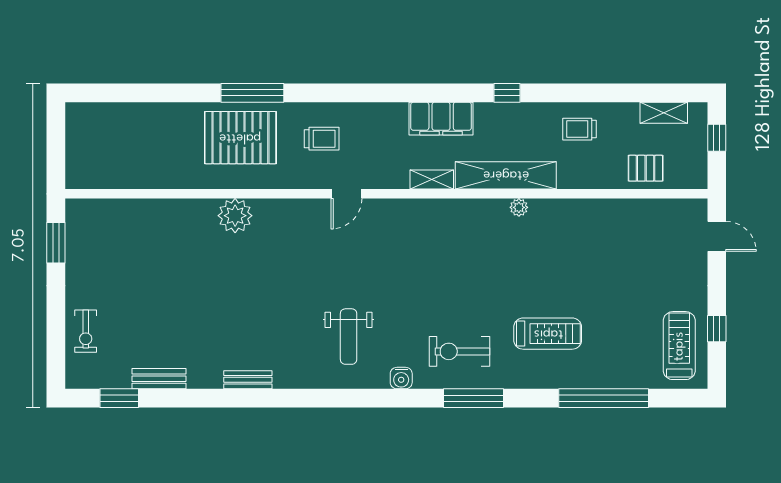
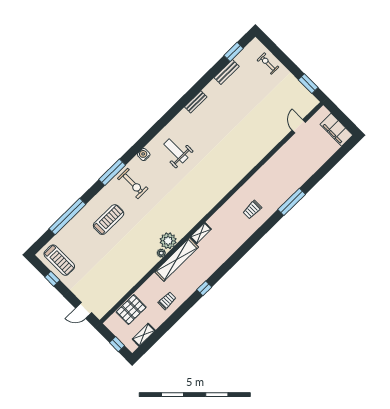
filing cabinet: (441, 119) -> (336, 130), moved, turned -90
pallet: (240, 138) -> (281, 182), removed
pallet: (646, 168) -> (131, 310), width x1.50, depth x1.42
door: (346, 194) -> (299, 126), moved
plant: (235, 216) -> (168, 241), moved
treadmill: (548, 334) -> (109, 220), turned 180
exercise bike: (460, 351) -> (133, 183), turned 90

